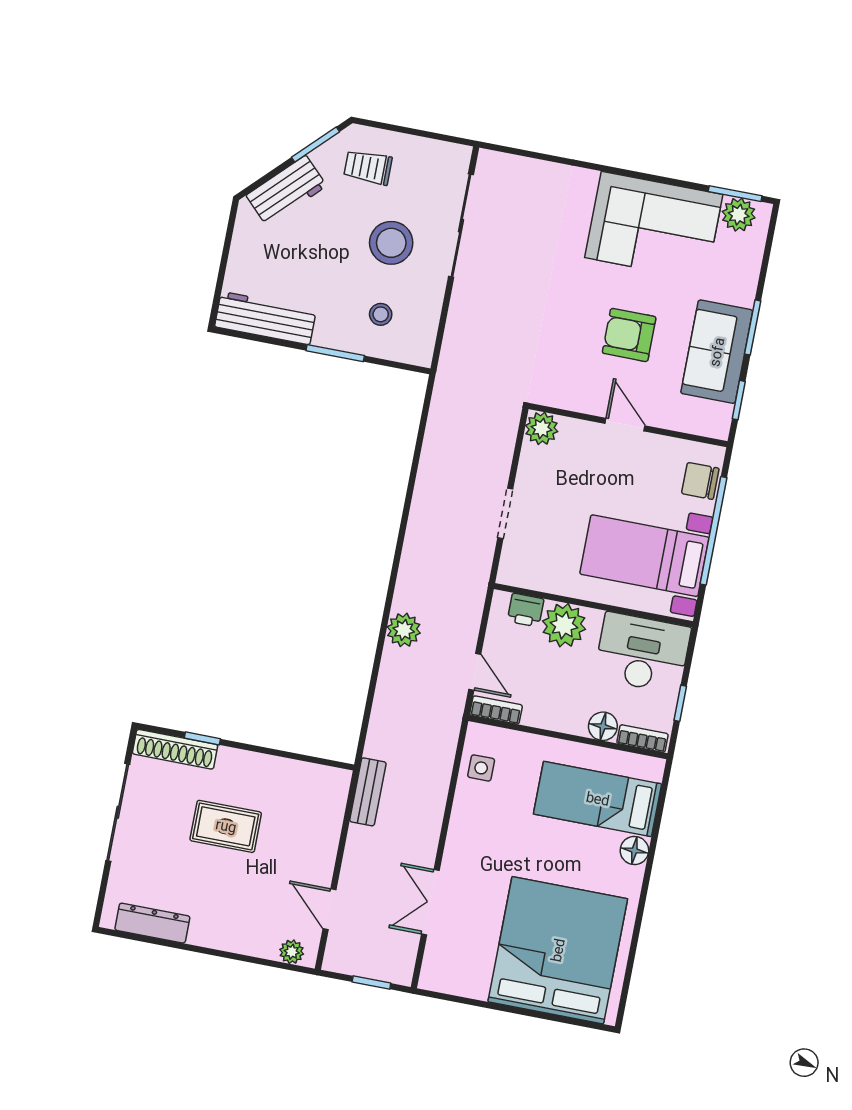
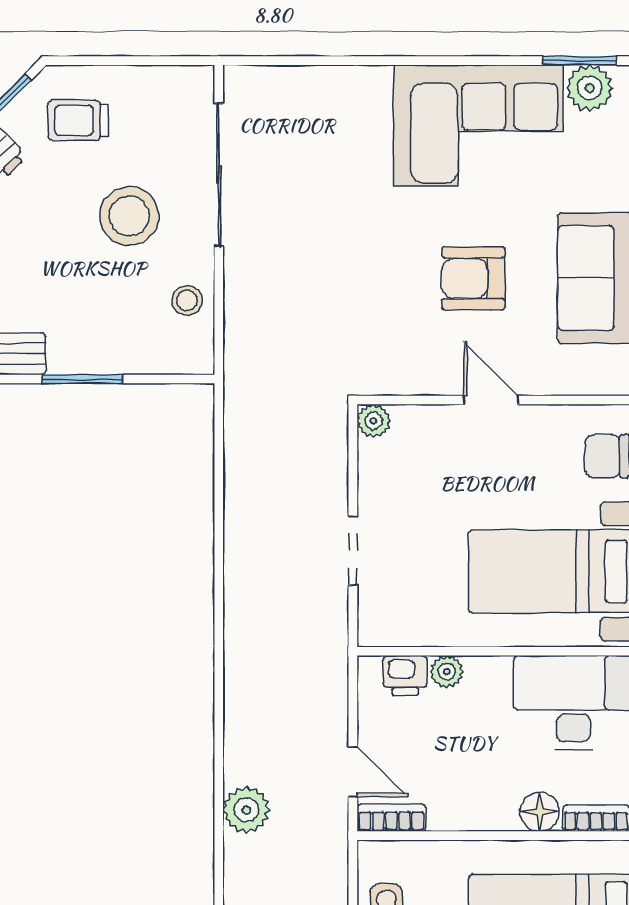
stool: (381, 314) -> (187, 300), moved
plant: (542, 428) -> (374, 421), width x0.73, depth x0.73
plant: (564, 625) -> (447, 672), width x0.53, depth x0.53
plant: (404, 630) -> (246, 810), moved

